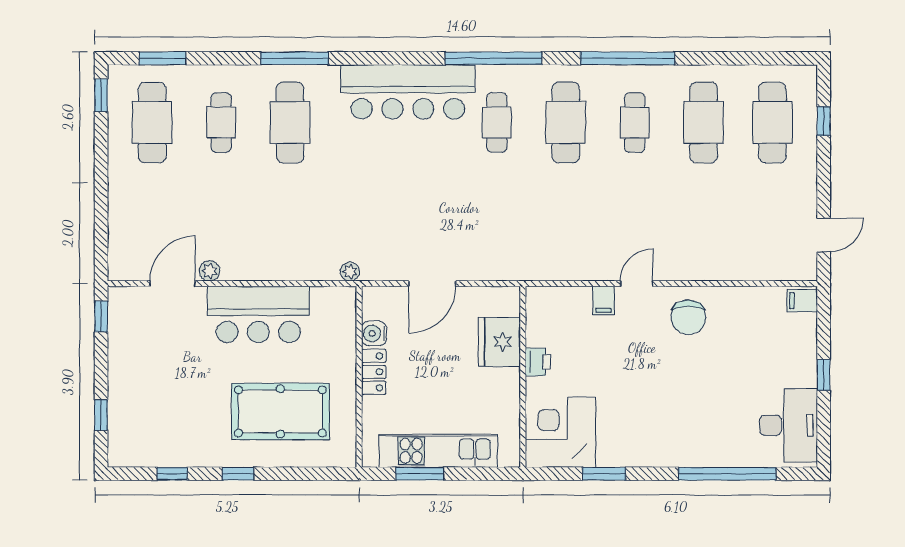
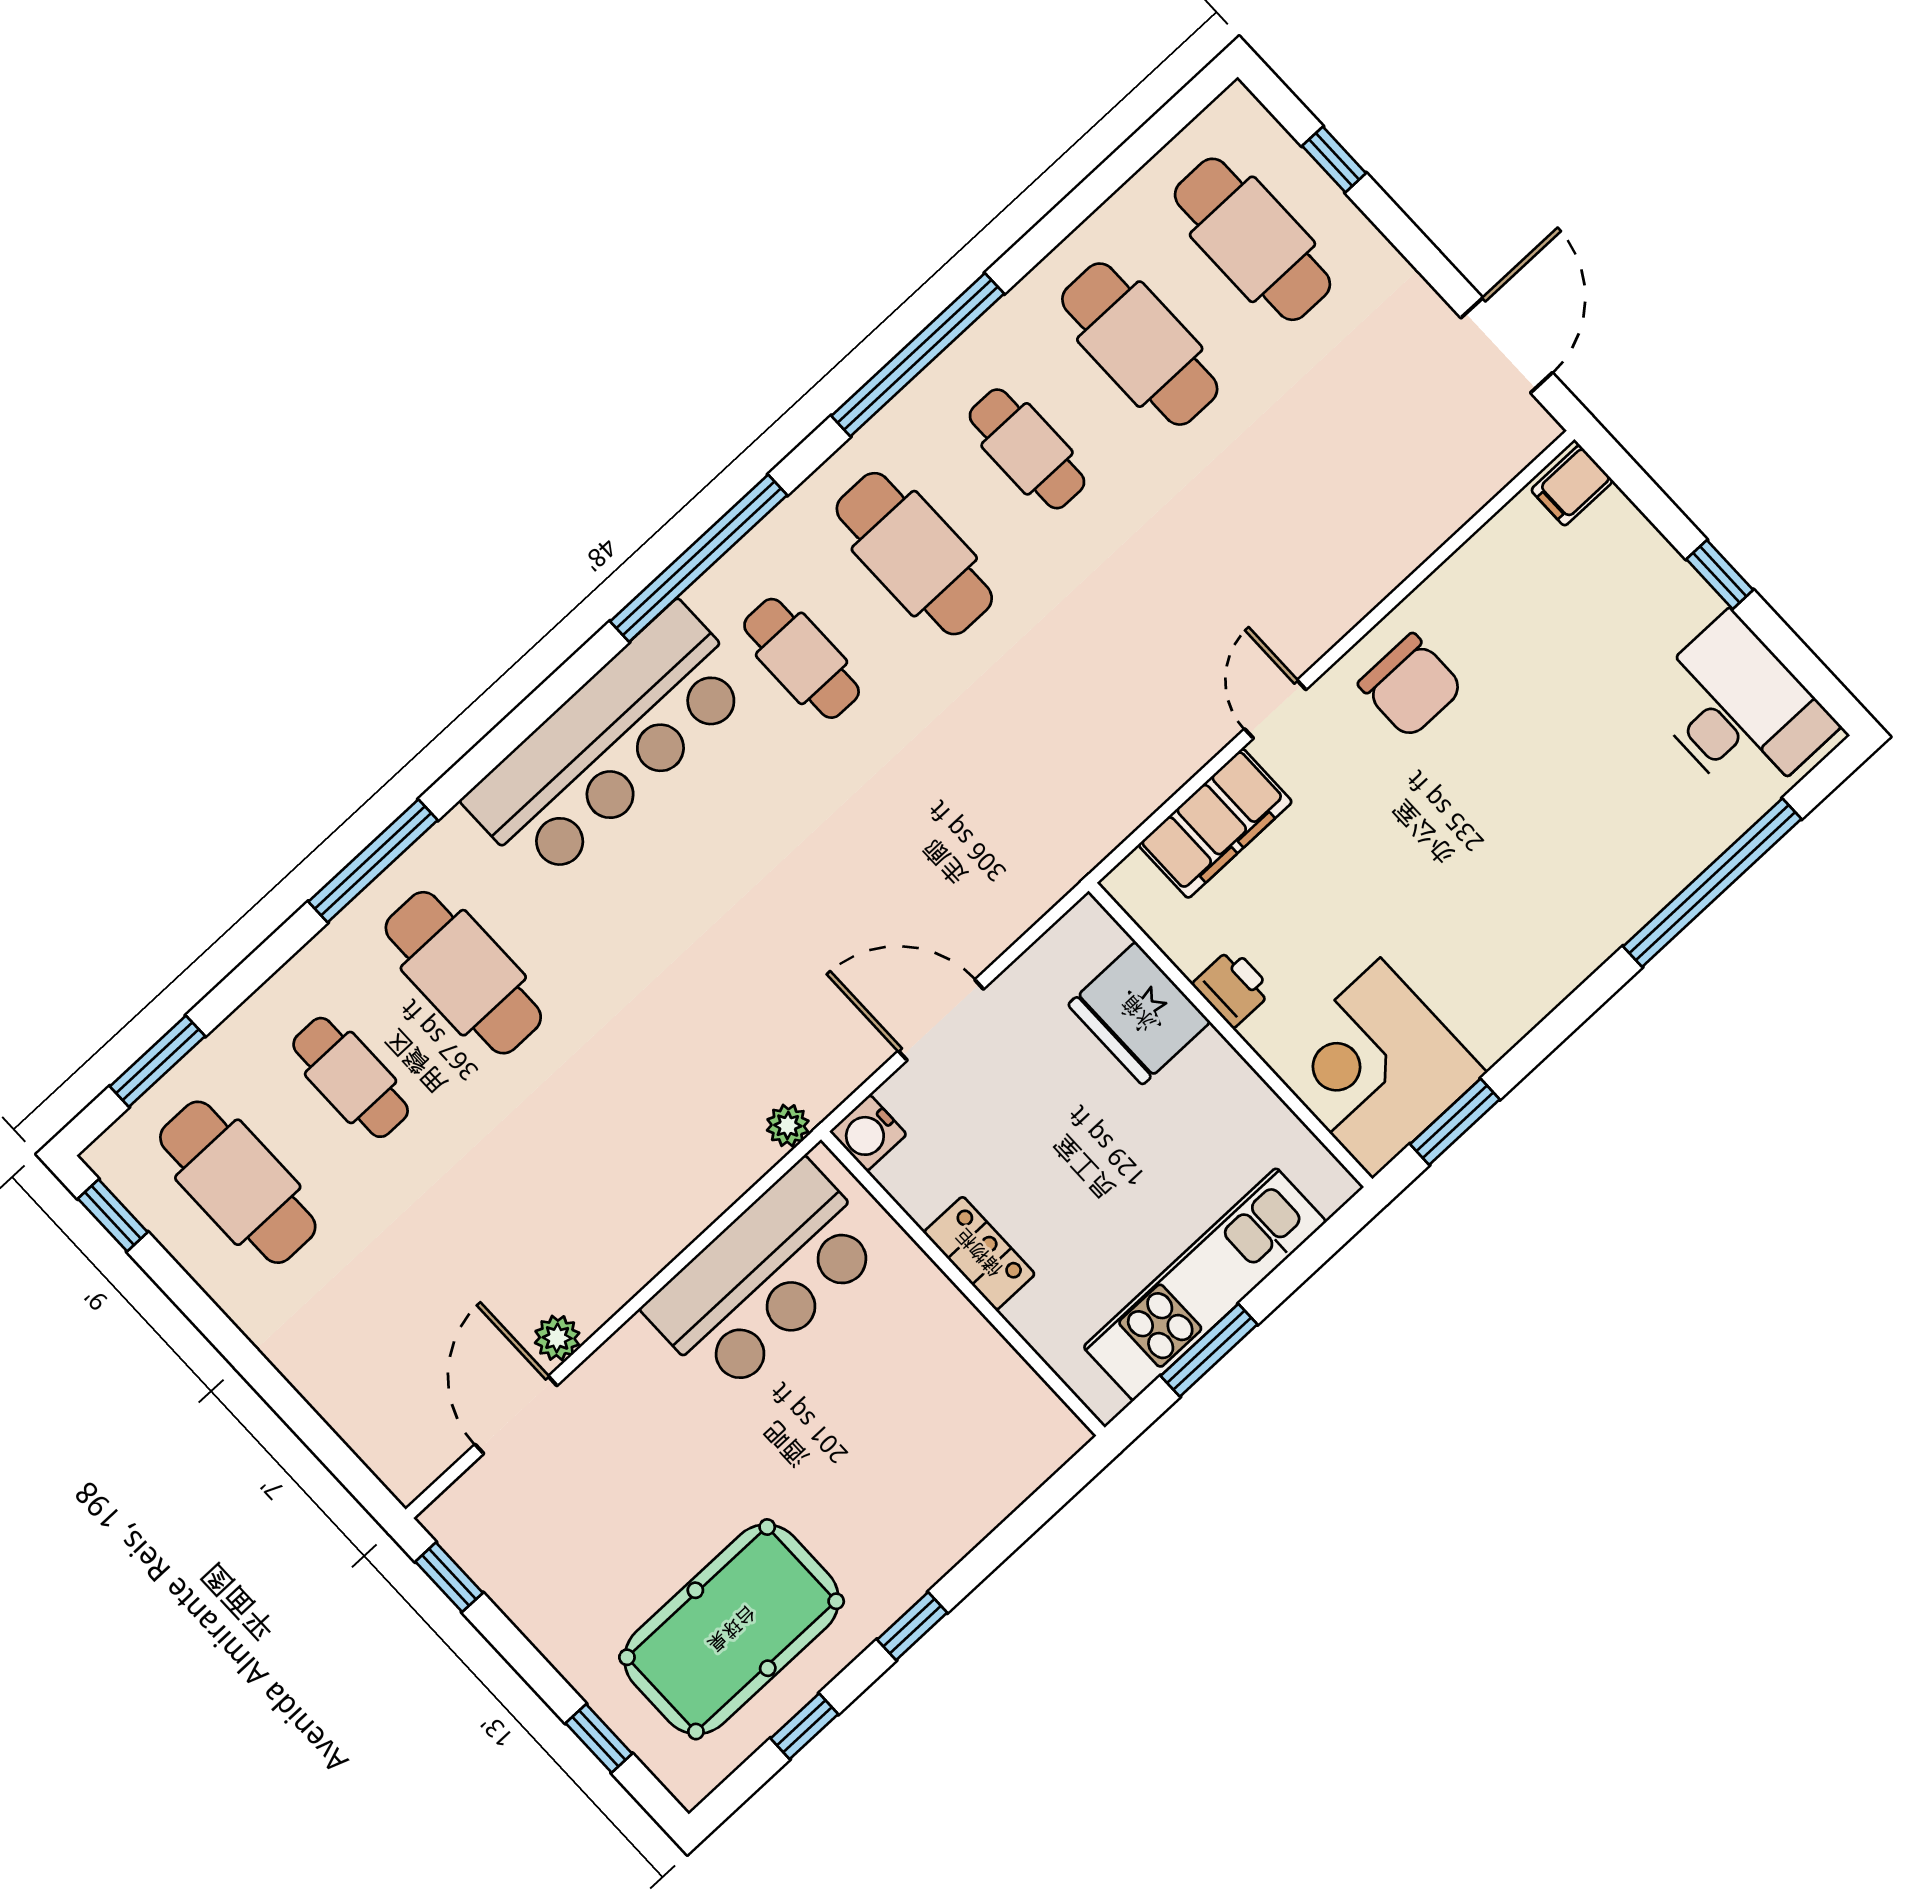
door: (824, 235) -> (1507, 345), width x1.38
door: (432, 284) -> (941, 1020), swing flipped
filing cabinet: (604, 300) -> (1215, 823), width x3.00, depth x1.17
bar counter: (258, 314) -> (764, 1278), moved
water cooler: (374, 333) -> (868, 1133), moved
pool table: (280, 411) -> (732, 1629), moved
window: (604, 474) -> (1455, 1122), moved

